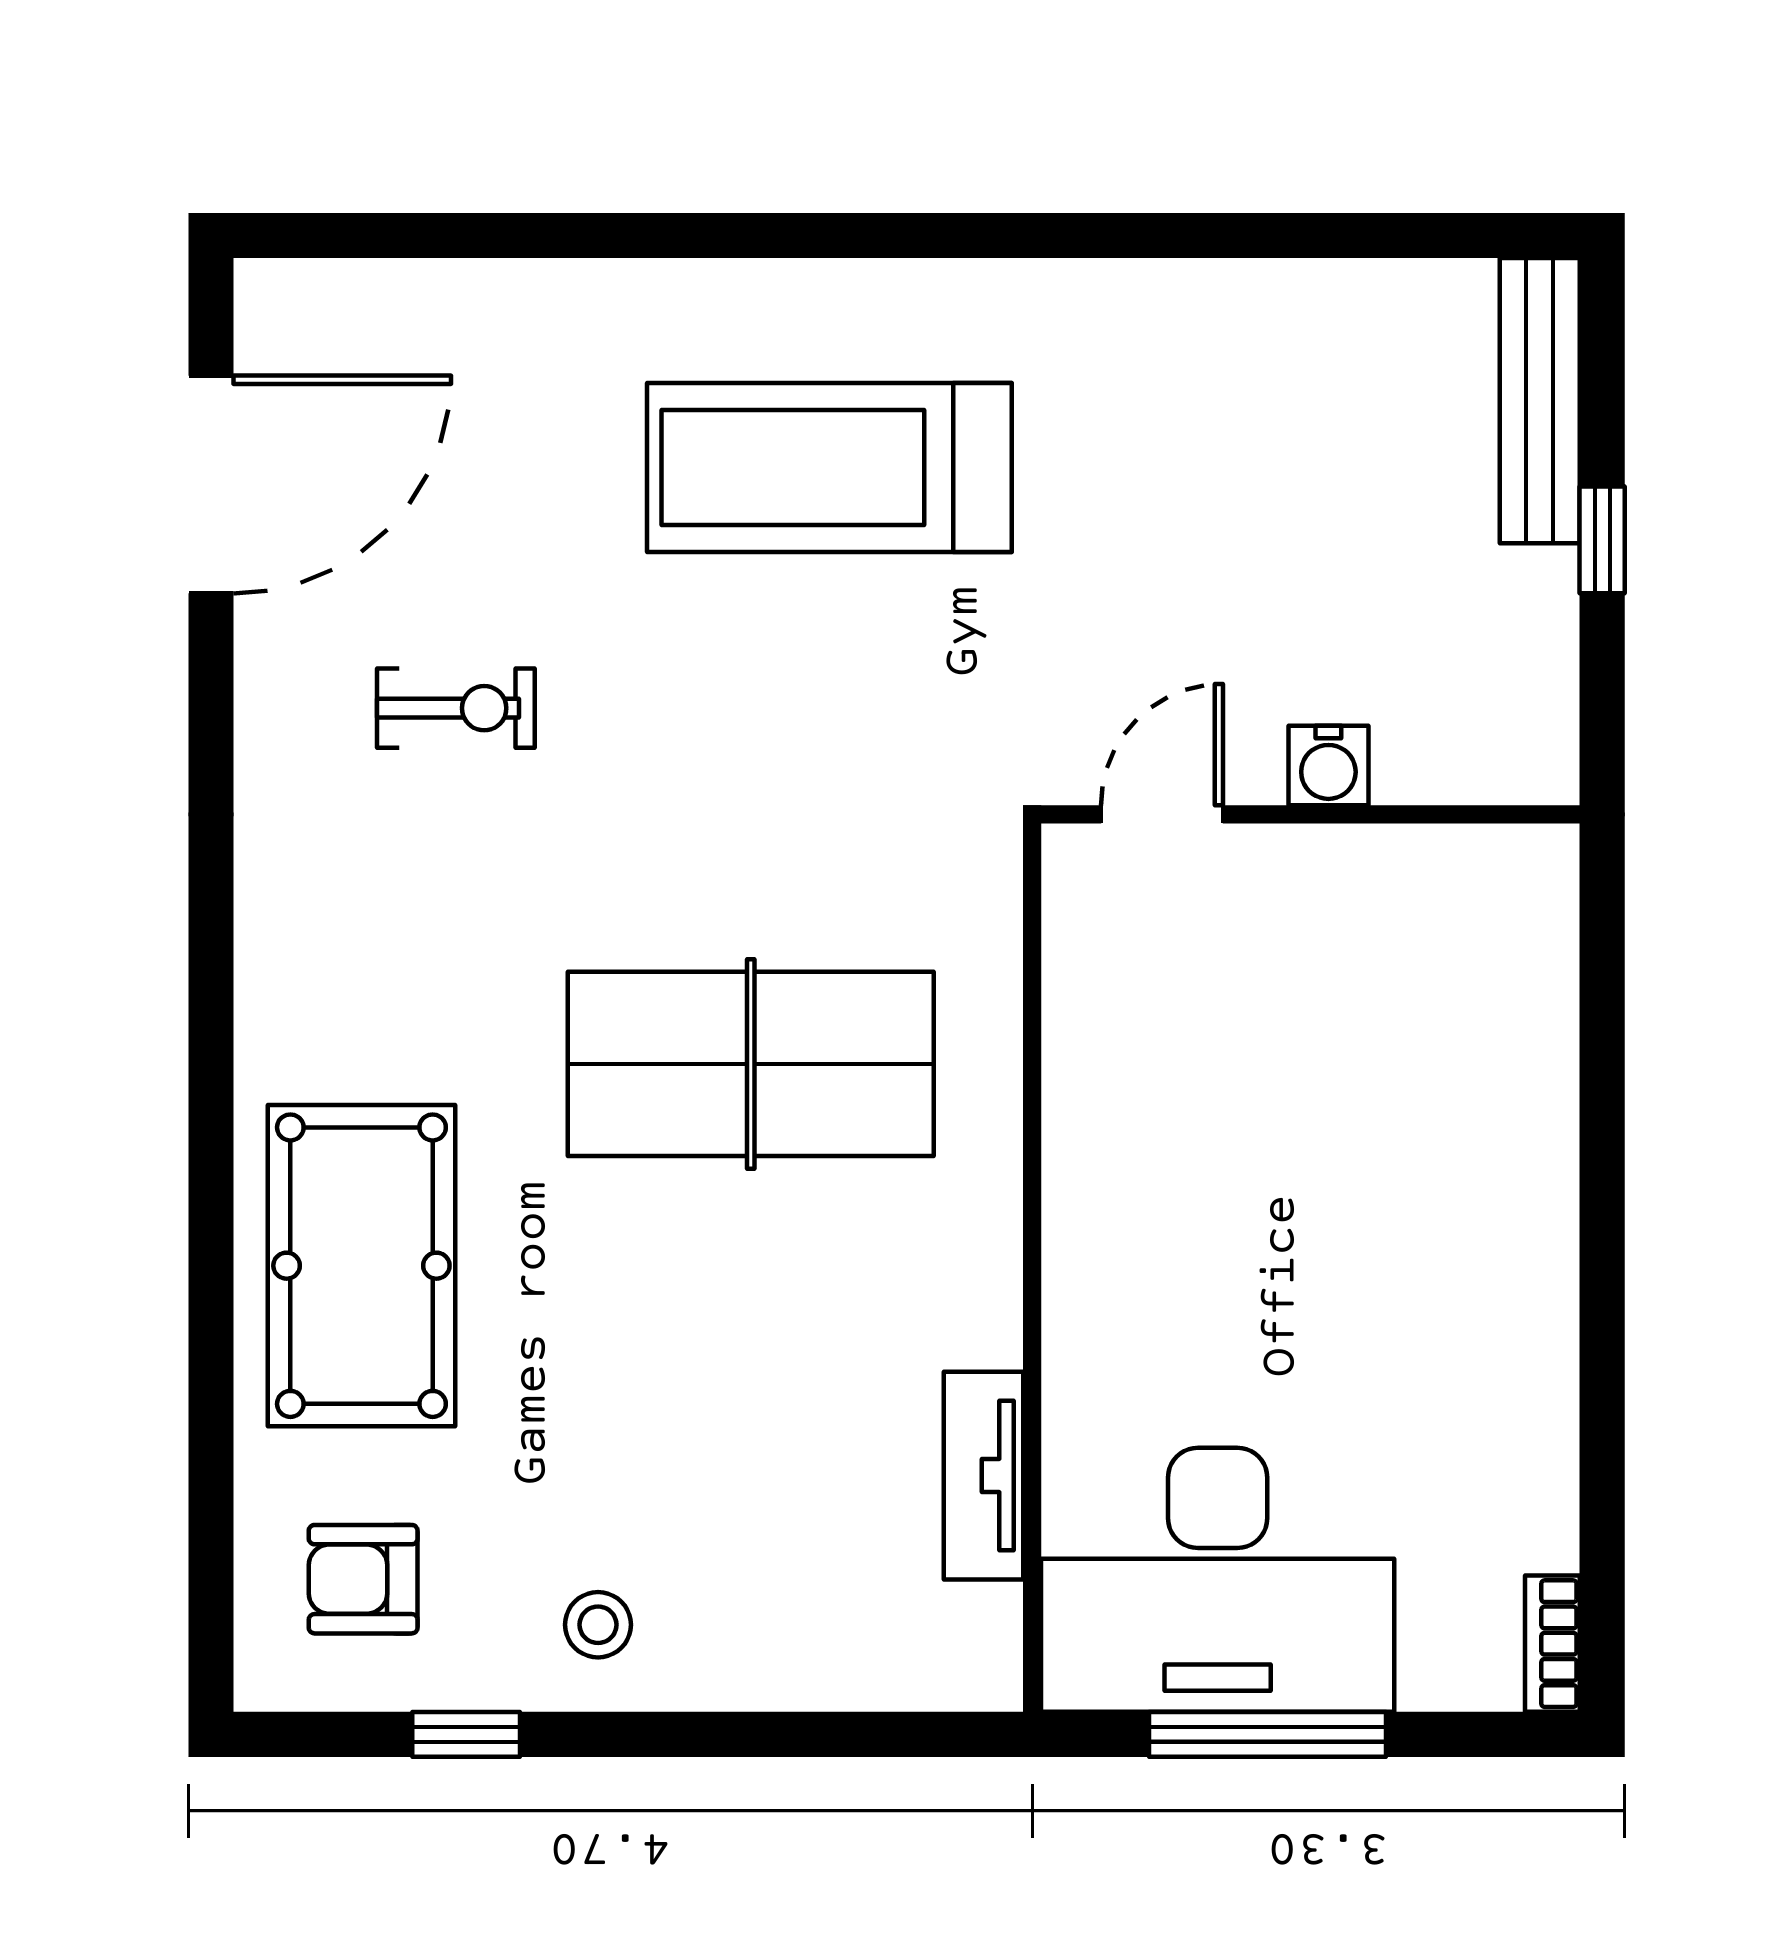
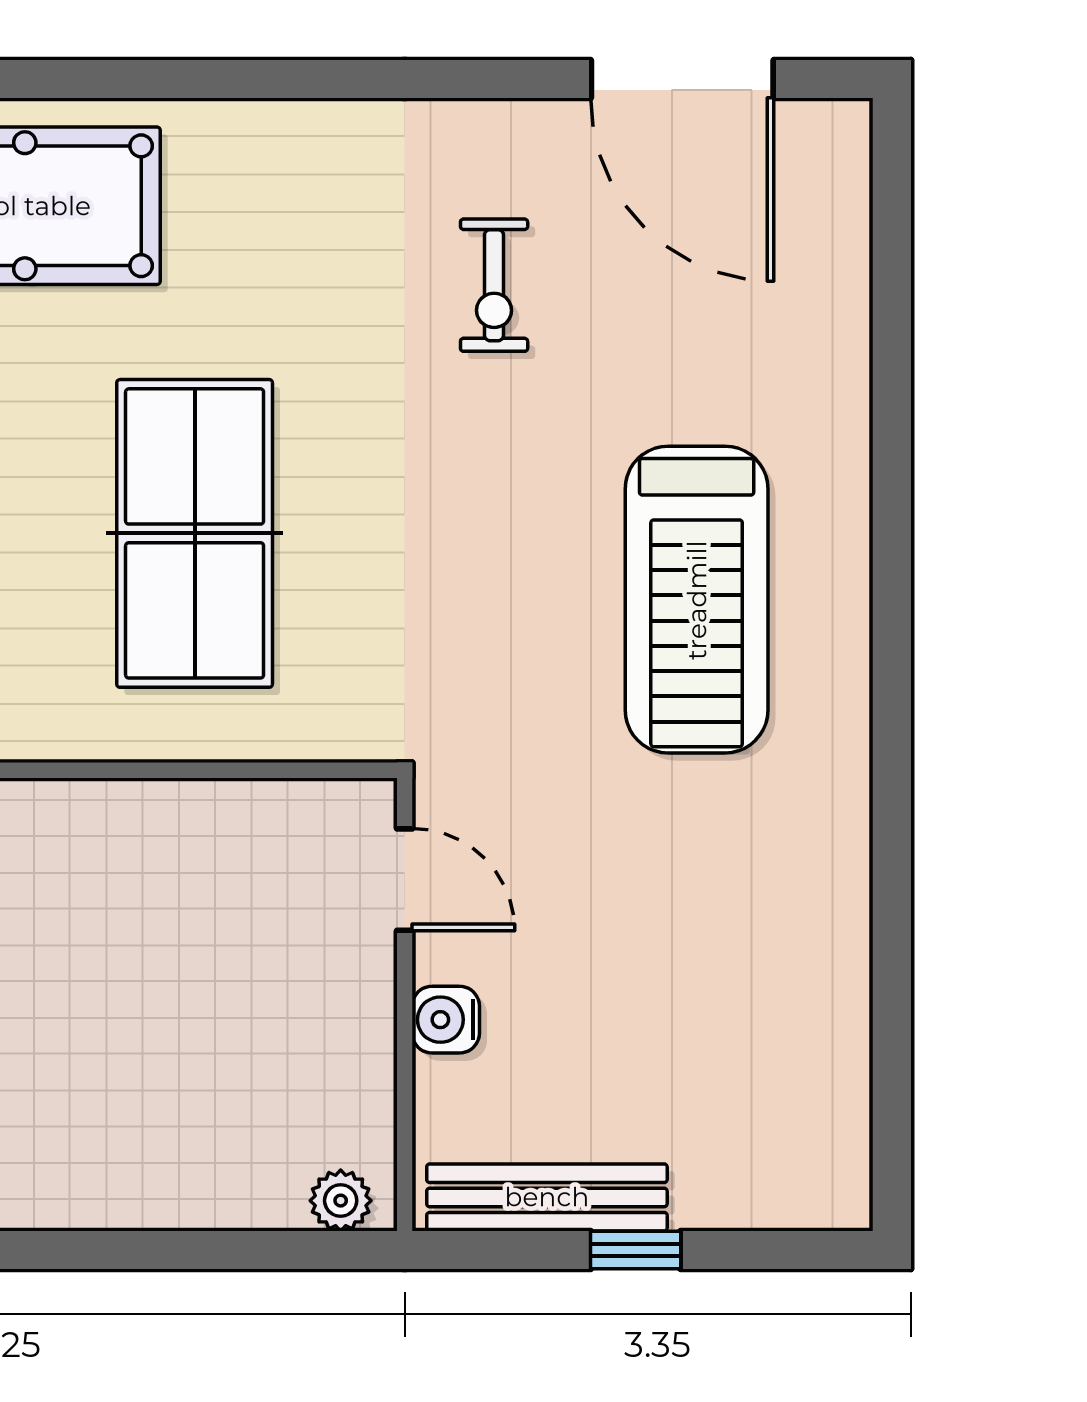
bench: (1540, 401) -> (547, 1197), moved
treadmill: (829, 468) -> (697, 600), turned 180
plant: (1543, 890) -> (341, 1201), added

